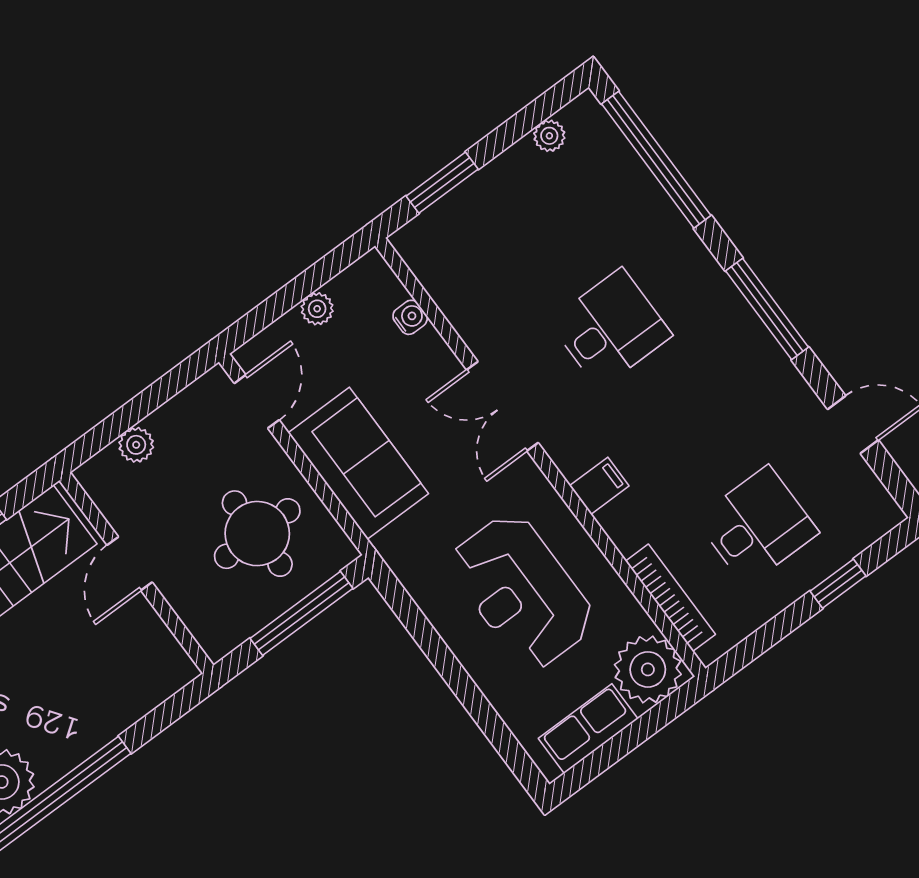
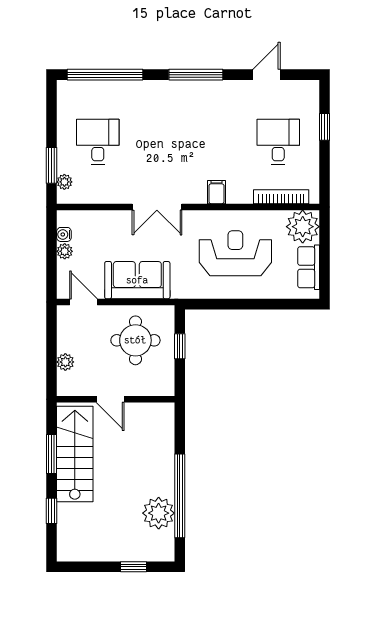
plant: (549, 136) -> (64, 182), moved
water cooler: (410, 317) -> (64, 234), moved, turned -90
desk: (610, 328) -> (98, 142), moved
reception desk: (522, 591) -> (235, 253), turned 180
window: (301, 613) -> (180, 346), width x0.46

